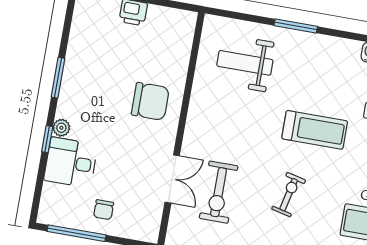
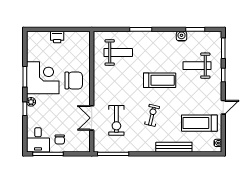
weight bench: (245, 63) -> (118, 53), turned 180
corner desk: (92, 86) -> (43, 78), added
desk: (71, 163) -> (38, 140), moved, turned -90
double door: (172, 179) -> (92, 118), swing flipped

